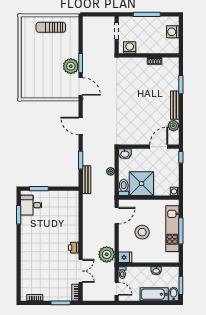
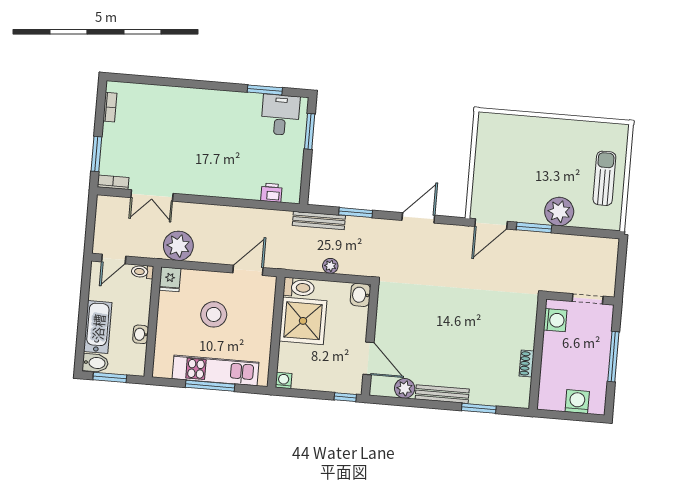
plant: (71, 66) -> (559, 212), moved
door: (117, 216) -> (248, 270), swing flipped
printer: (74, 248) -> (271, 193), moved

